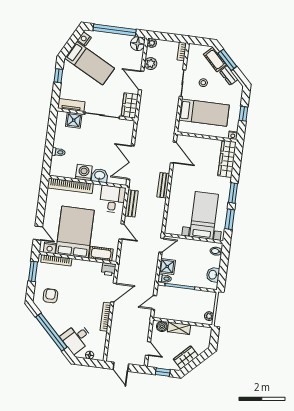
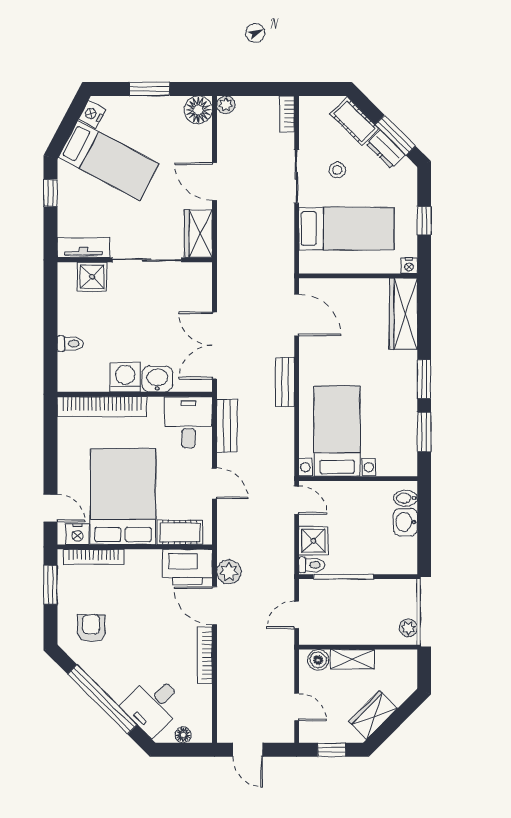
window: (115, 30) -> (149, 89), width x0.47
window: (227, 60) -> (395, 135), moved
plant: (151, 64) -> (229, 572), moved
bed with nightstands: (204, 215) -> (337, 431), moved
door: (161, 245) -> (297, 500), hinge flipped
printer: (109, 269) -> (187, 567), width x1.87, depth x1.48
washbasin: (213, 275) -> (405, 522), moved
door: (114, 293) -> (215, 606), swing flipped

